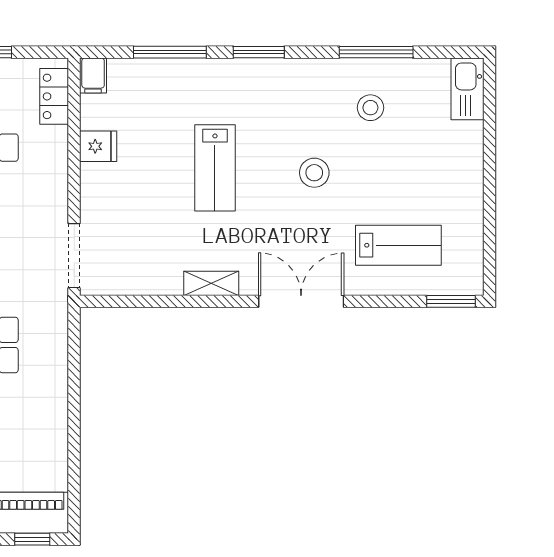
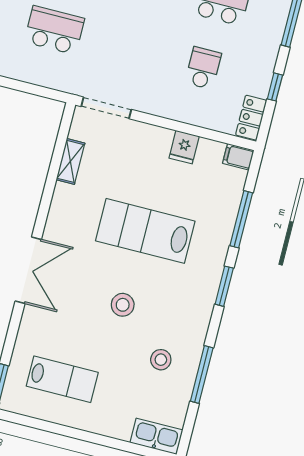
locker: (54, 96) -> (251, 118), moved, turned -90
lab bench: (215, 168) -> (145, 231), width x1.36, depth x1.39
lab bench: (398, 245) -> (62, 379), moved, turned -90
shelving: (211, 283) -> (70, 161), moved

